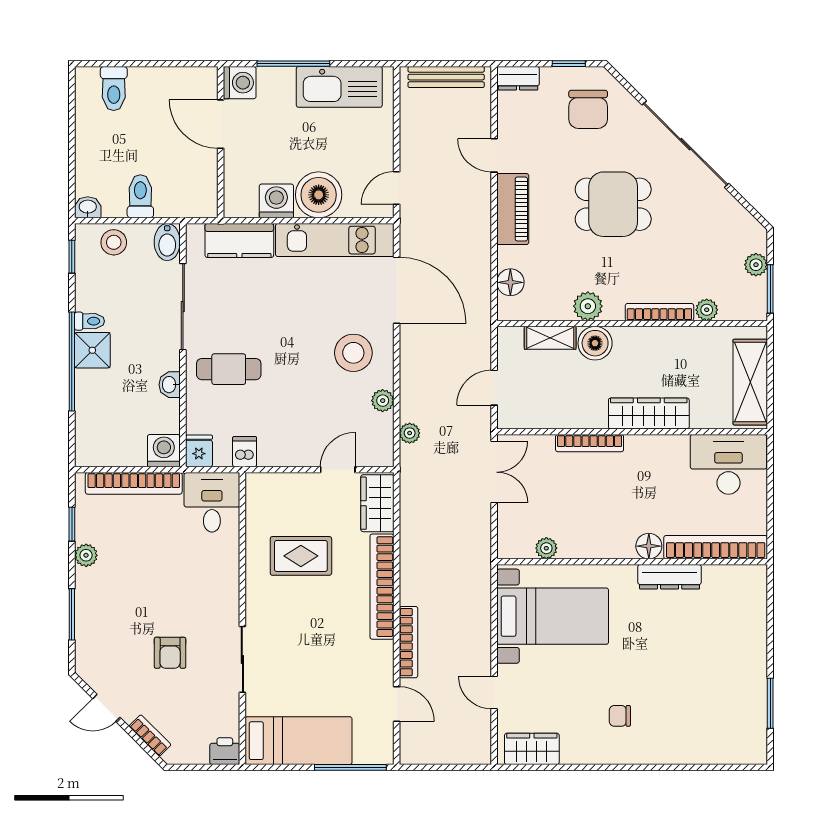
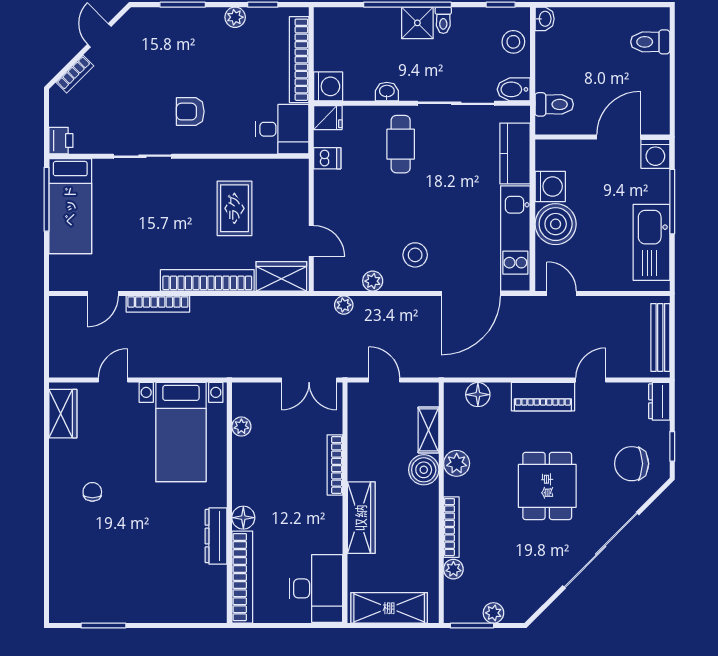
toilet: (140, 196) -> (554, 104), moved
stool: (353, 353) -> (415, 255), width x0.73, depth x0.73
armchair: (170, 653) -> (190, 112), moved
window: (350, 767) -> (46, 199), moved

